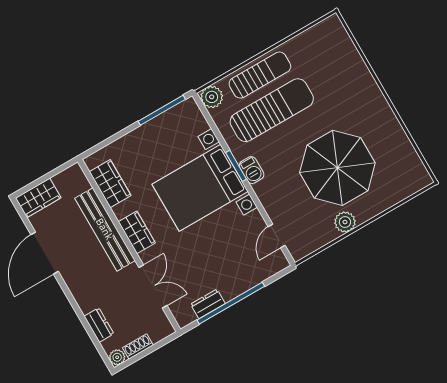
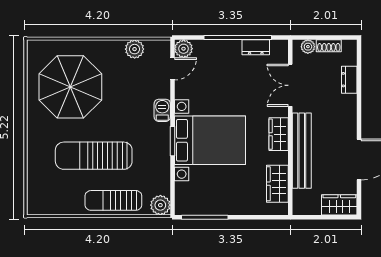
sun lounger: (272, 110) -> (94, 156), moved
parasol: (337, 168) -> (70, 87), moved
barbecue: (252, 170) -> (162, 110), moved
plant: (345, 222) -> (135, 49), moved
plant: (277, 262) -> (184, 49), added
plant: (117, 357) -> (308, 47), moved

